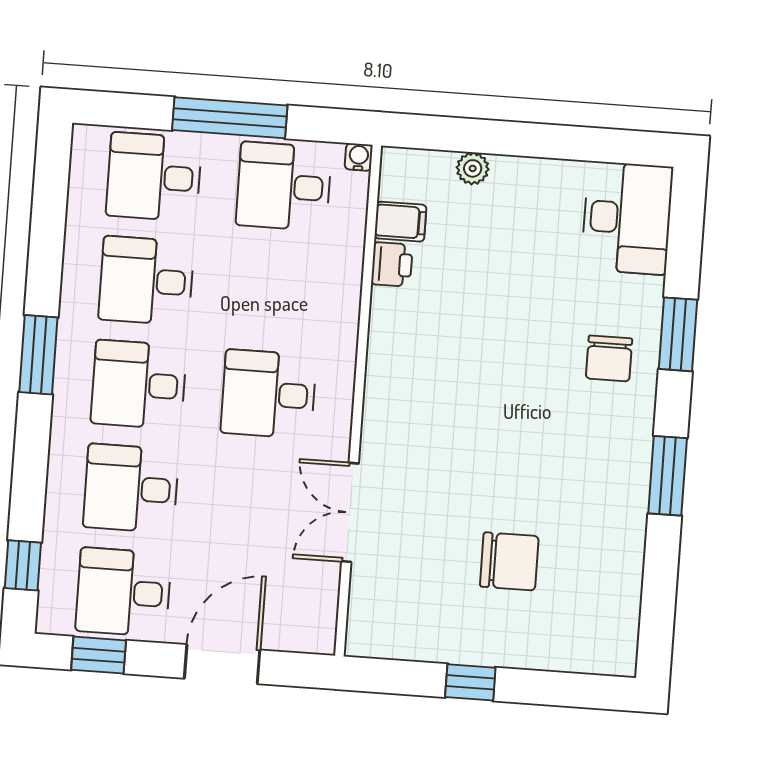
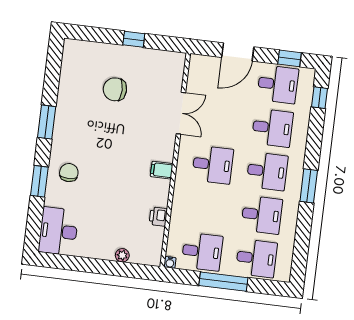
filing cabinet: (400, 222) -> (162, 170), moved

